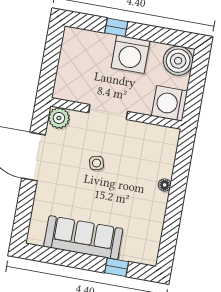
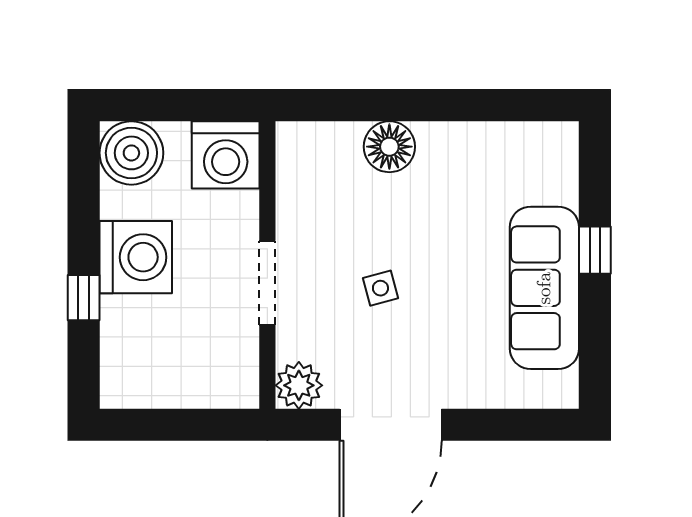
floor lamp: (165, 185) -> (389, 147), width x1.89, depth x1.89
window: (117, 267) -> (595, 250), moved

